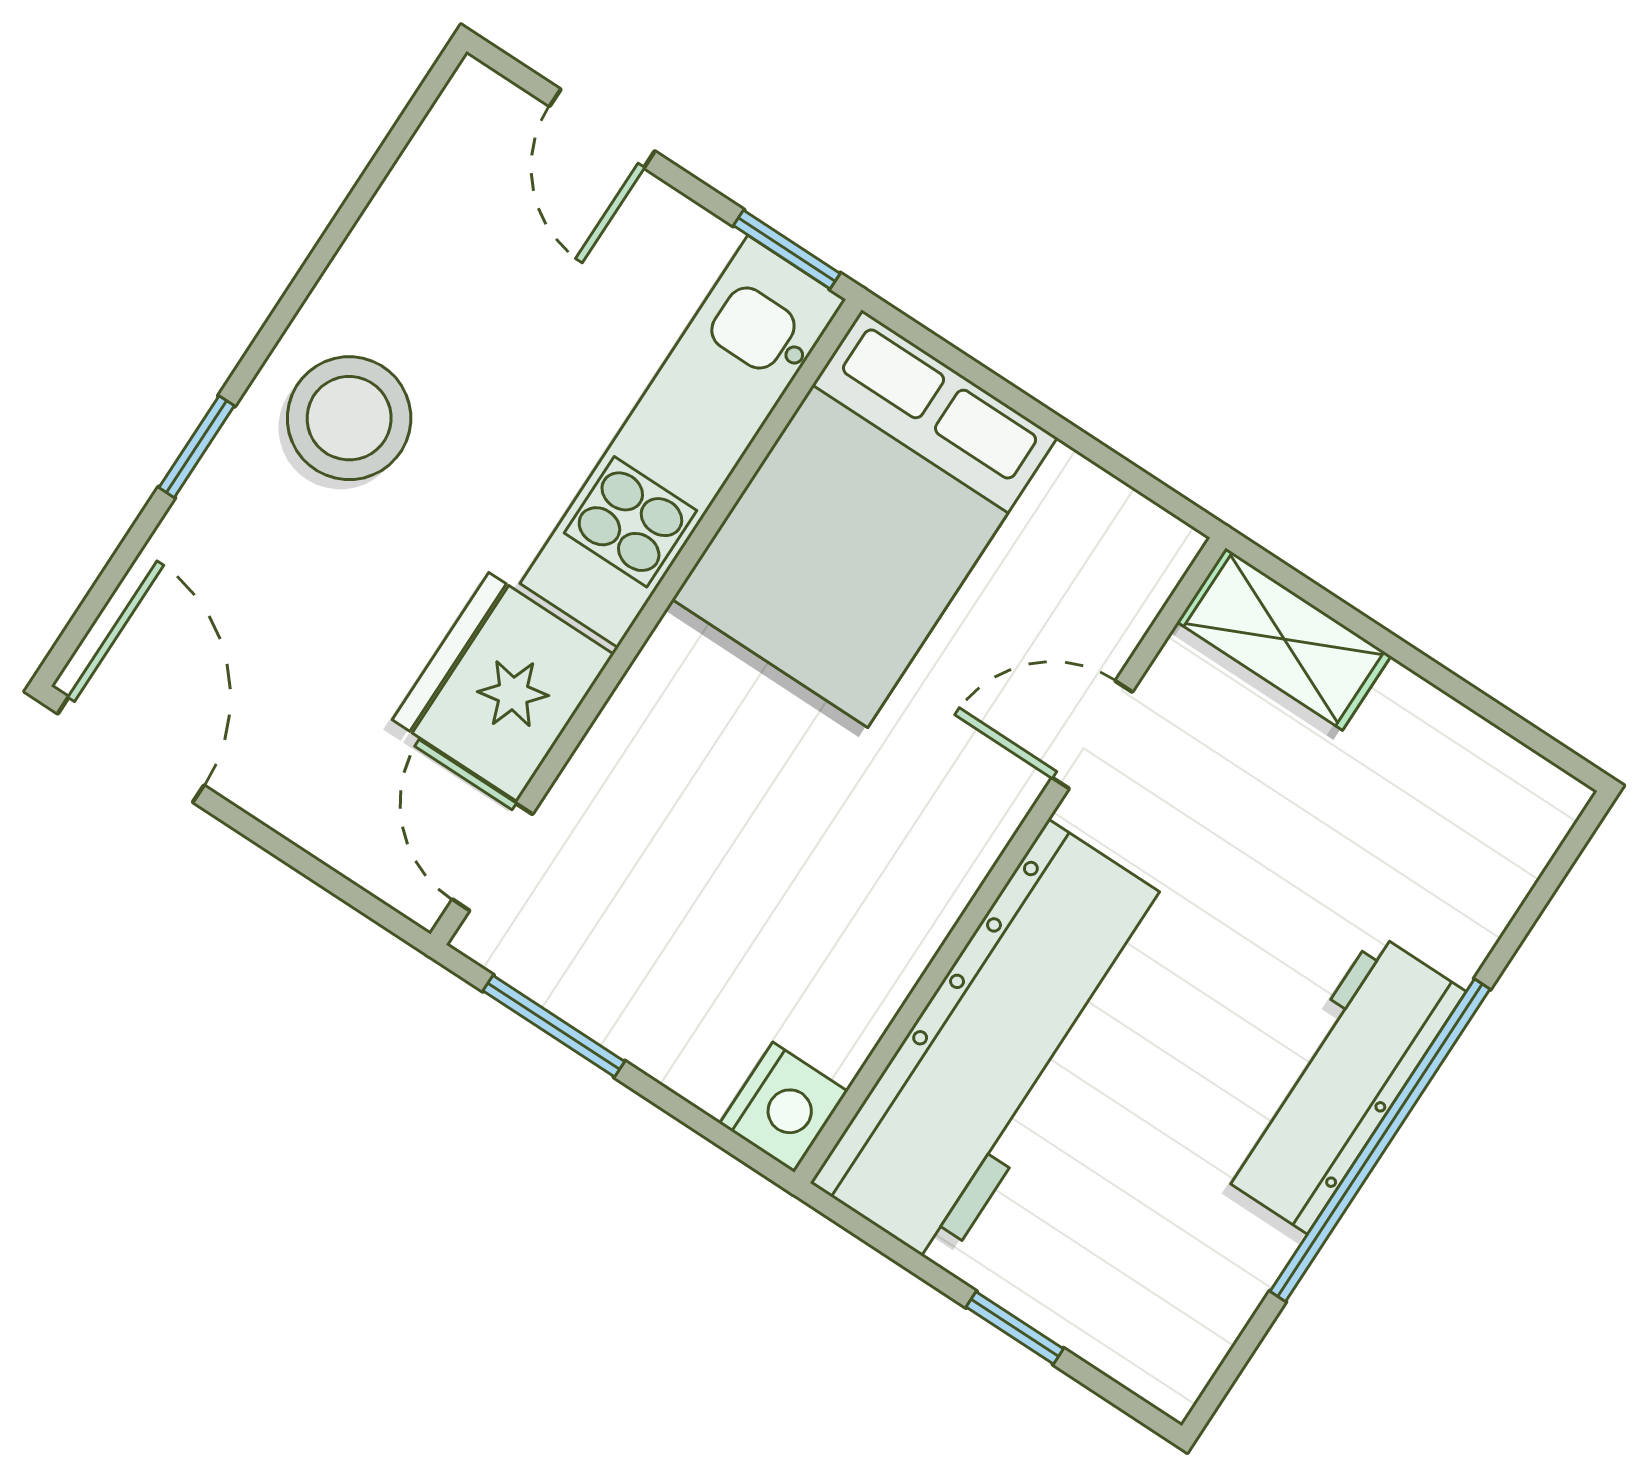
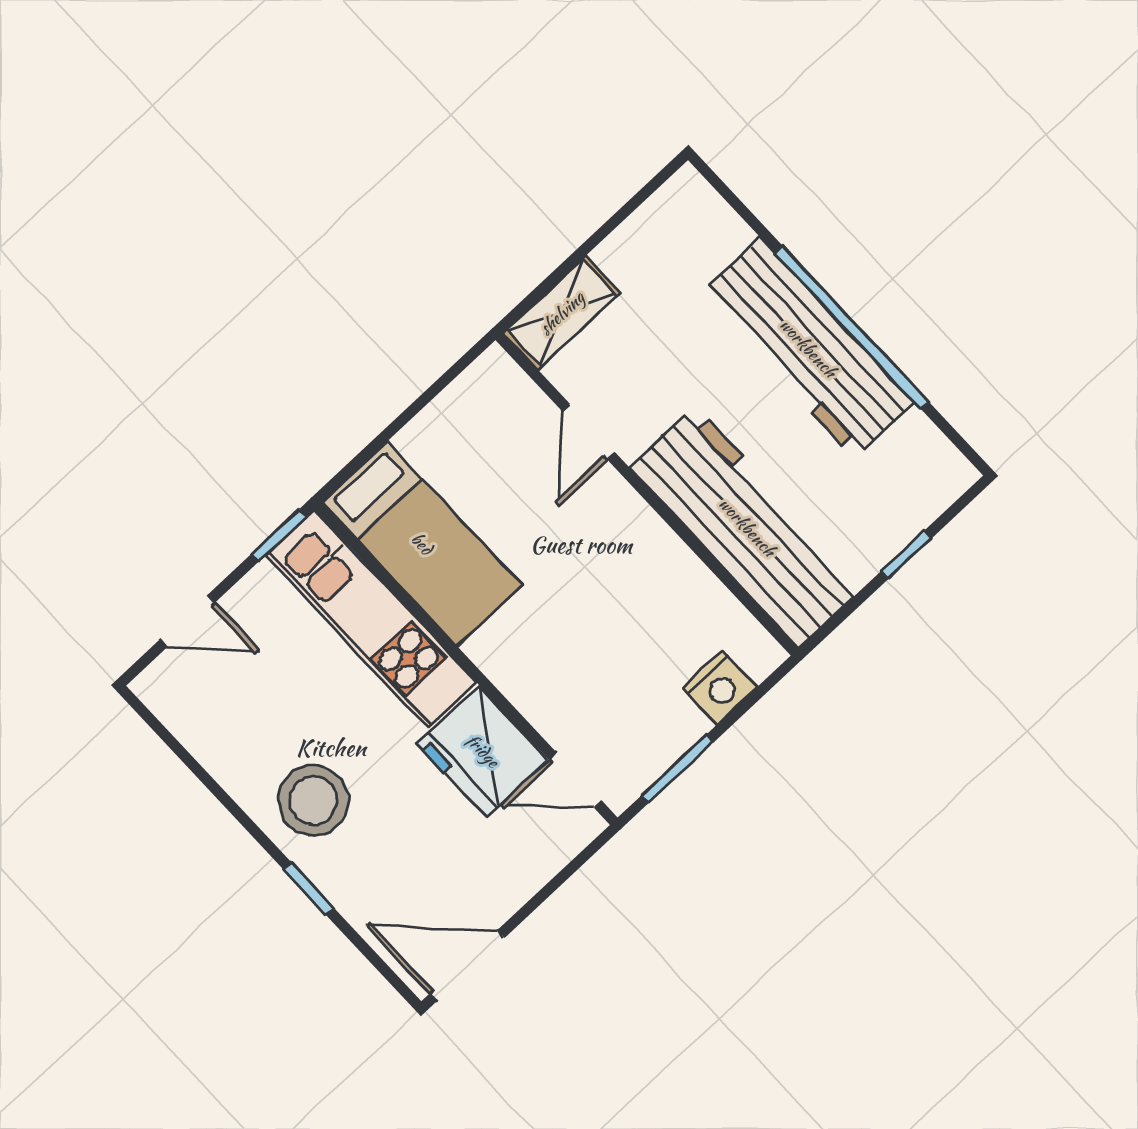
bed: (865, 519) -> (422, 544), width x0.67
workbench: (1341, 1083) -> (808, 348), width x1.36, depth x1.32
nightstand: (784, 1107) -> (719, 687), moved, turned 90

